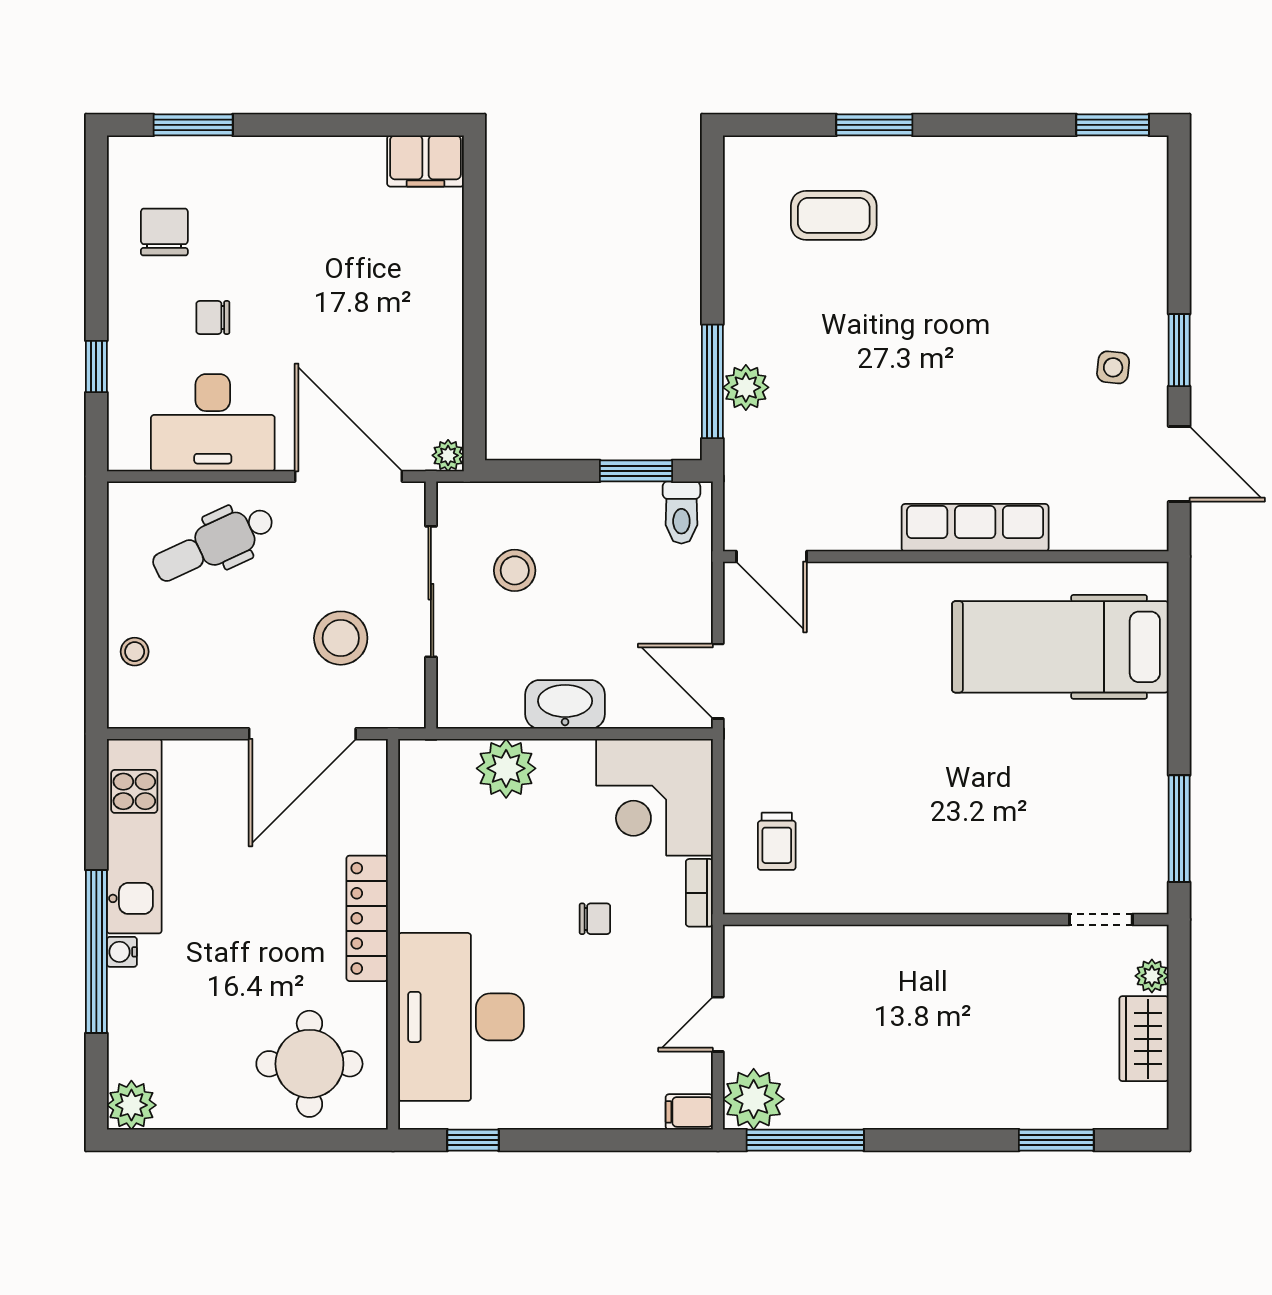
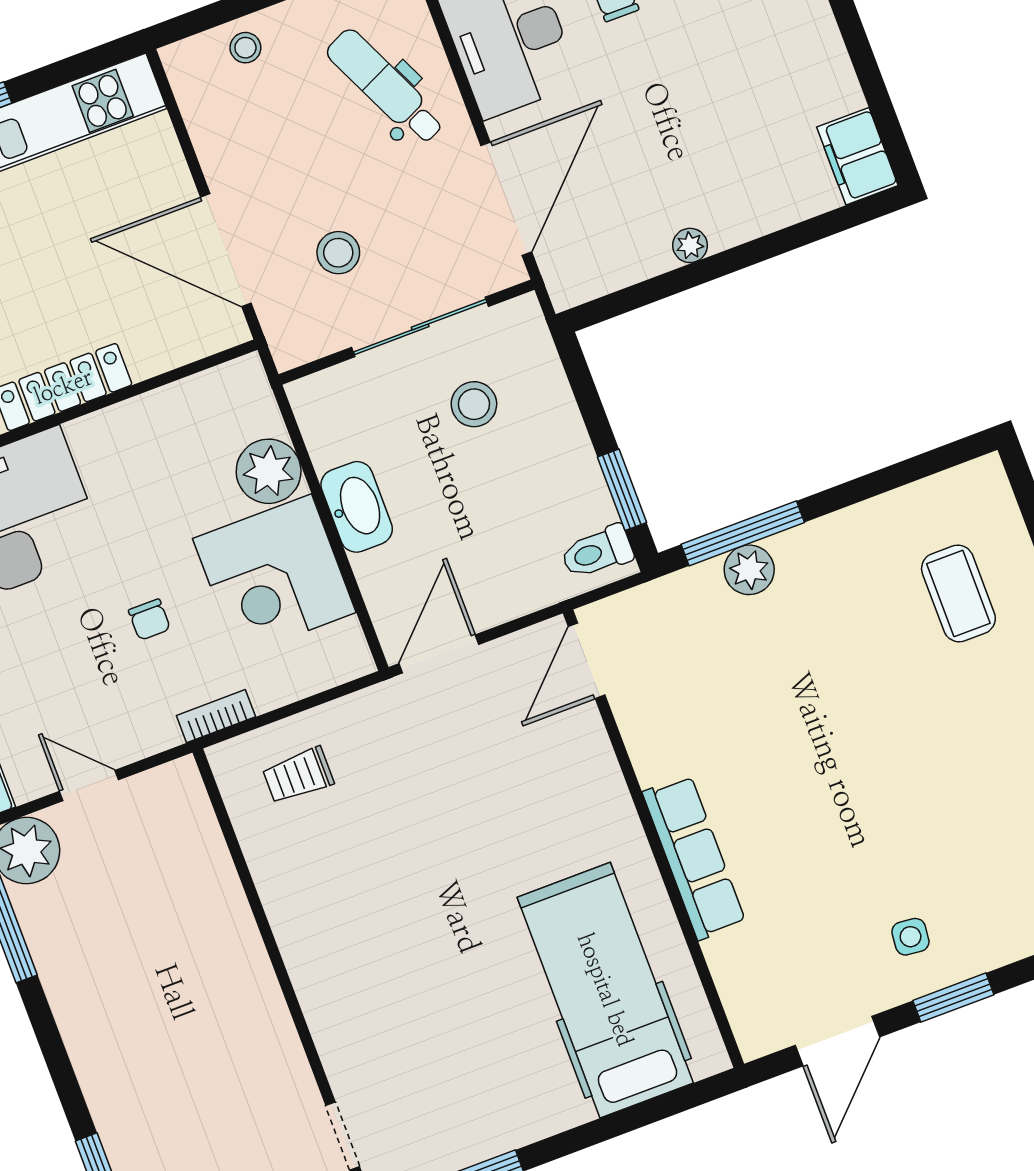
plant: (448, 455) -> (690, 245), moved
stool: (341, 638) -> (338, 253), width x0.73, depth x0.73
corner desk: (654, 797) -> (274, 576), moved, turned -90

